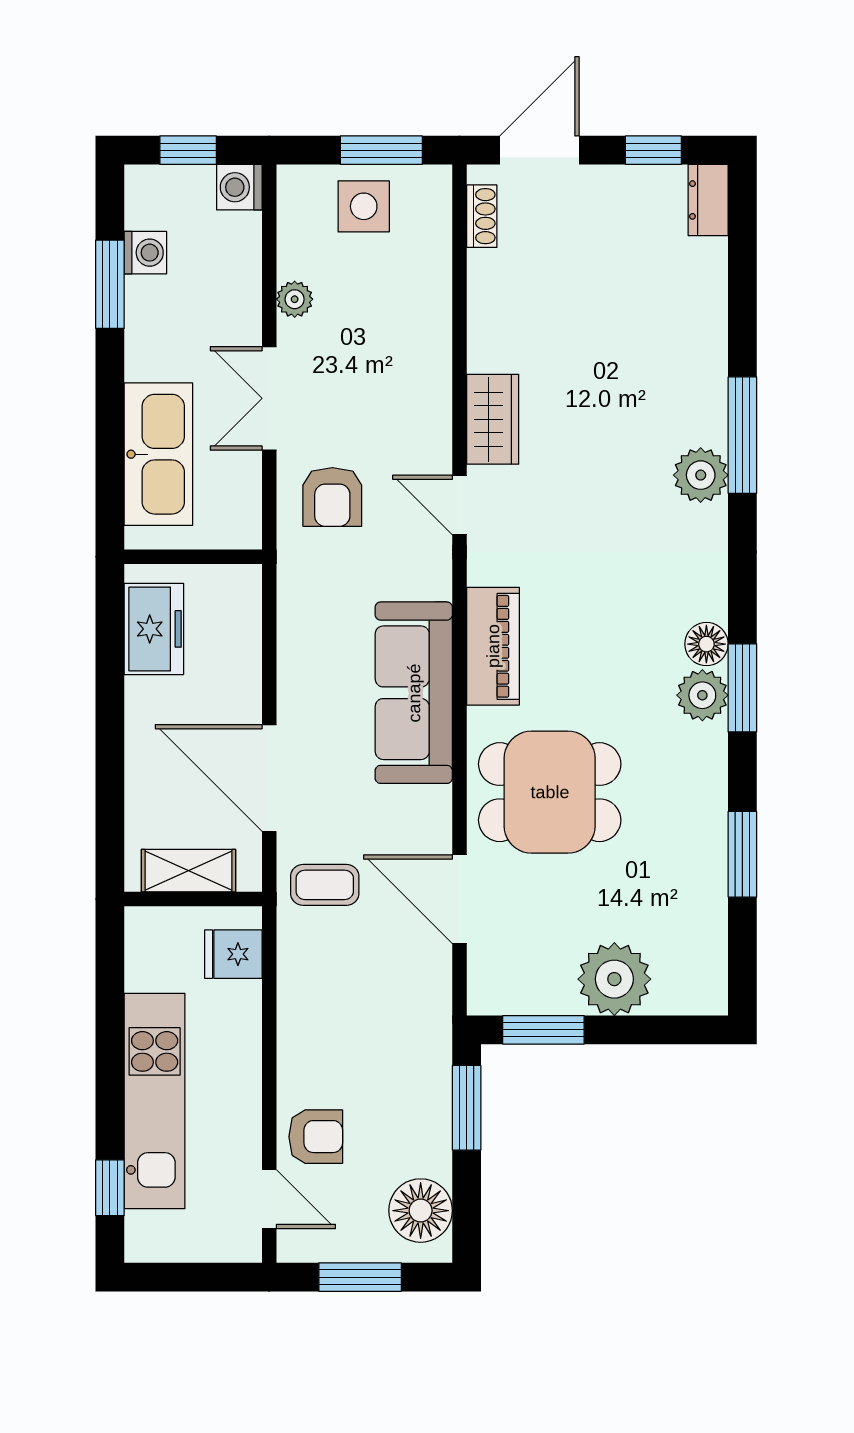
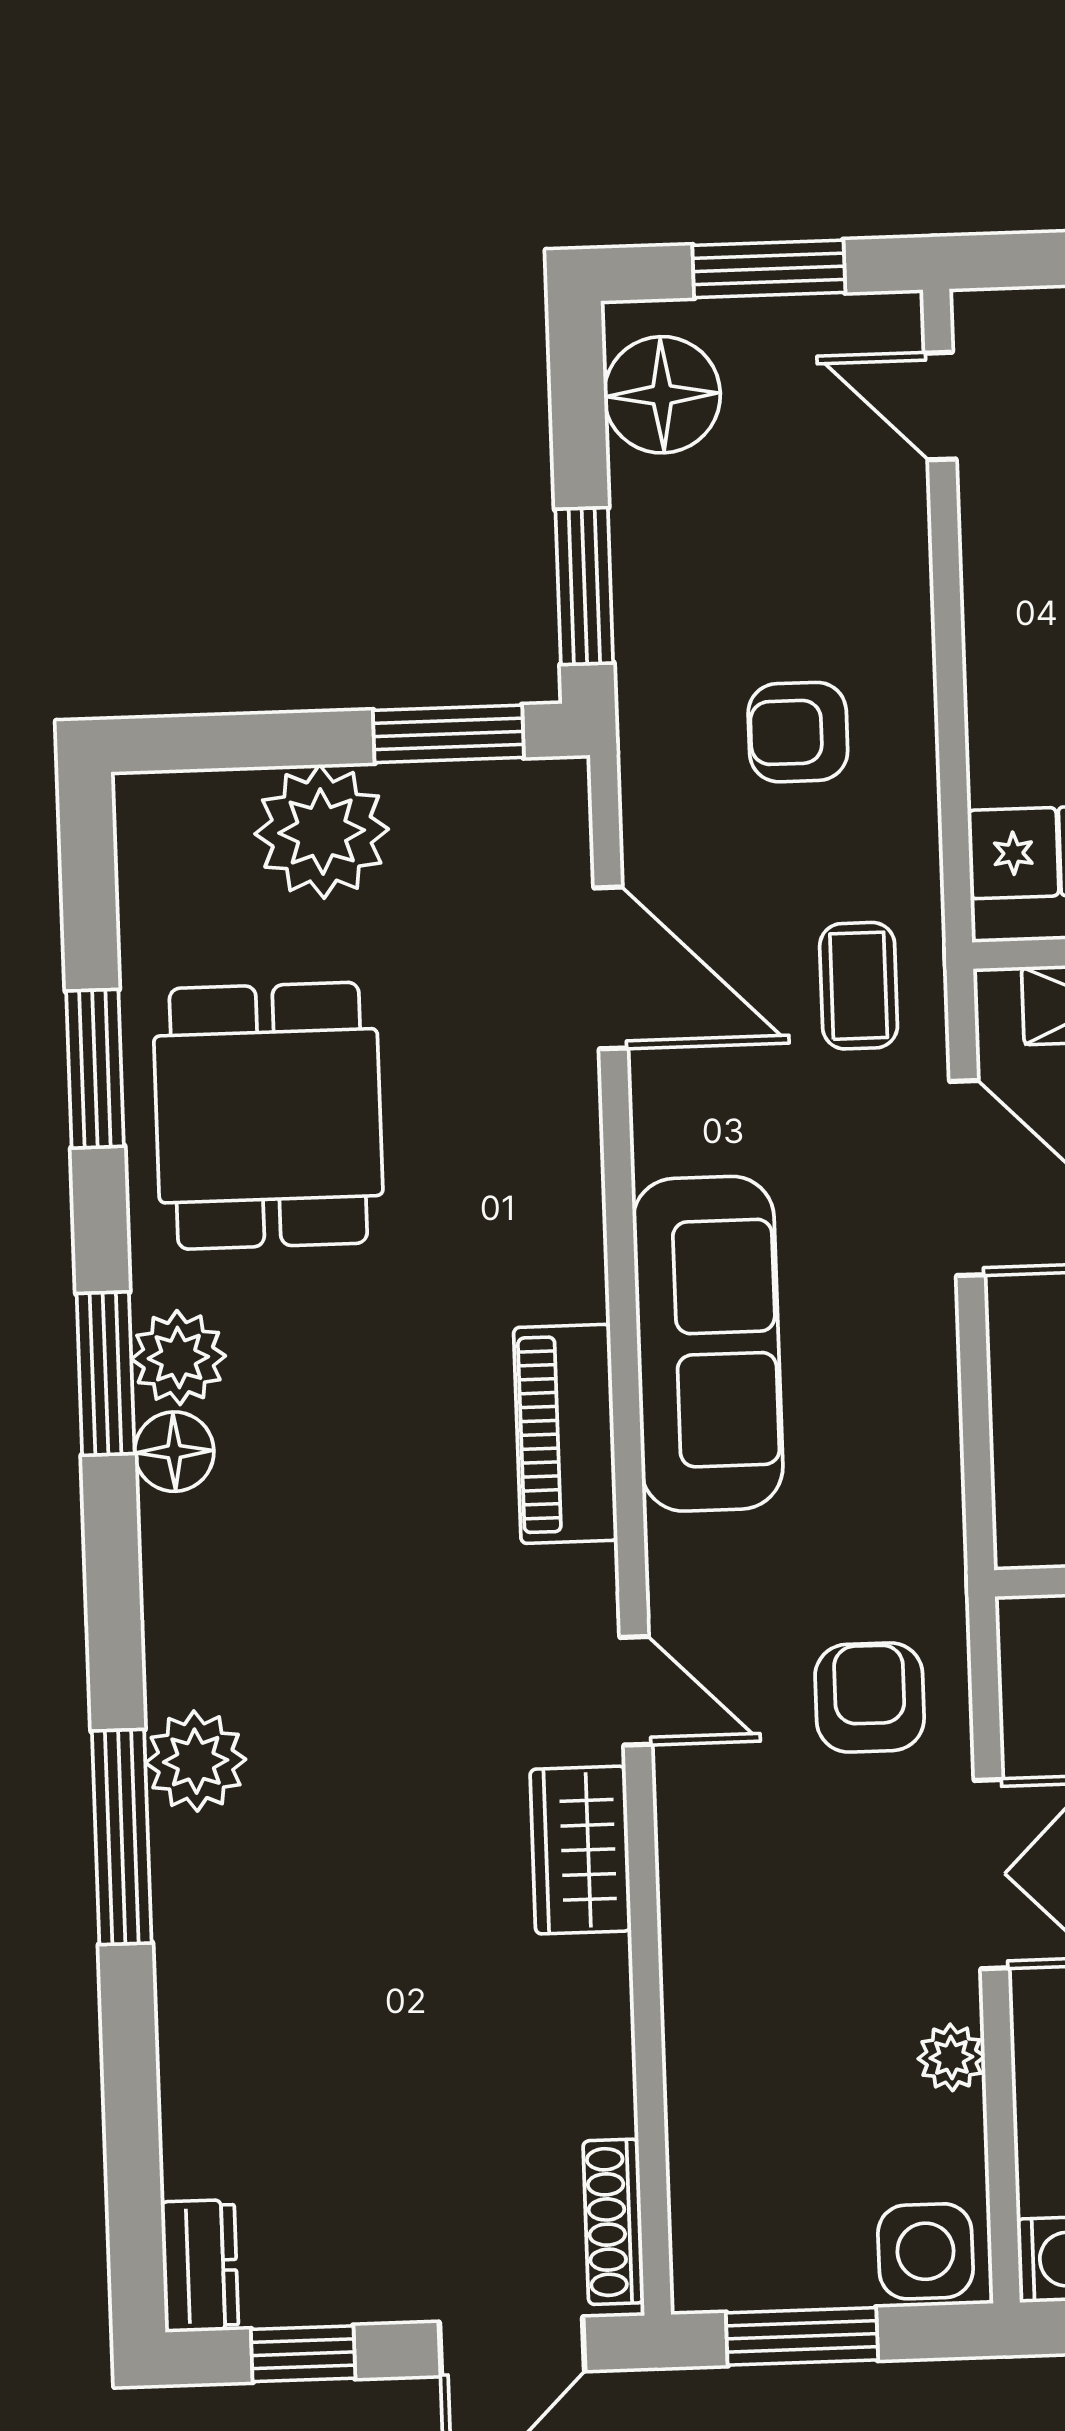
side table: (364, 206) -> (925, 2251), moved
shoe rack: (482, 216) -> (614, 2222), width x1.43
dining table: (550, 792) -> (268, 1116), moved, turned 90
coffee table: (325, 885) -> (859, 986), turned 90
armchair: (316, 1137) -> (798, 732), moved

